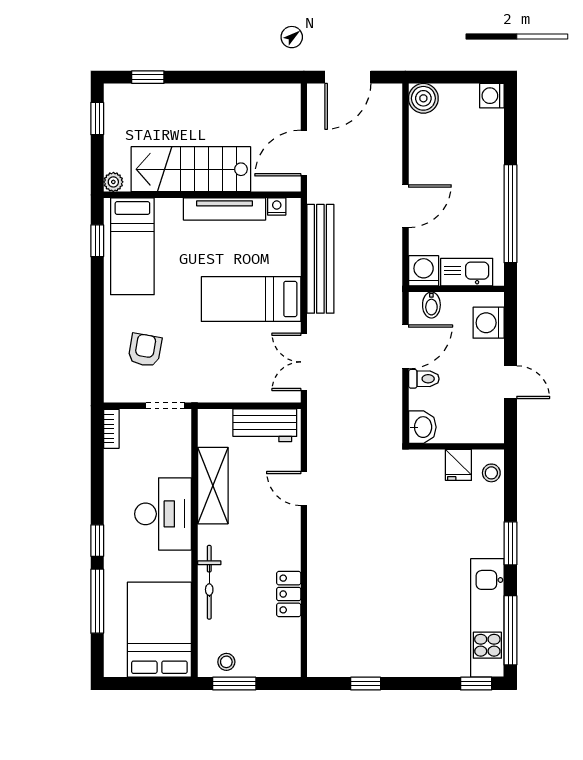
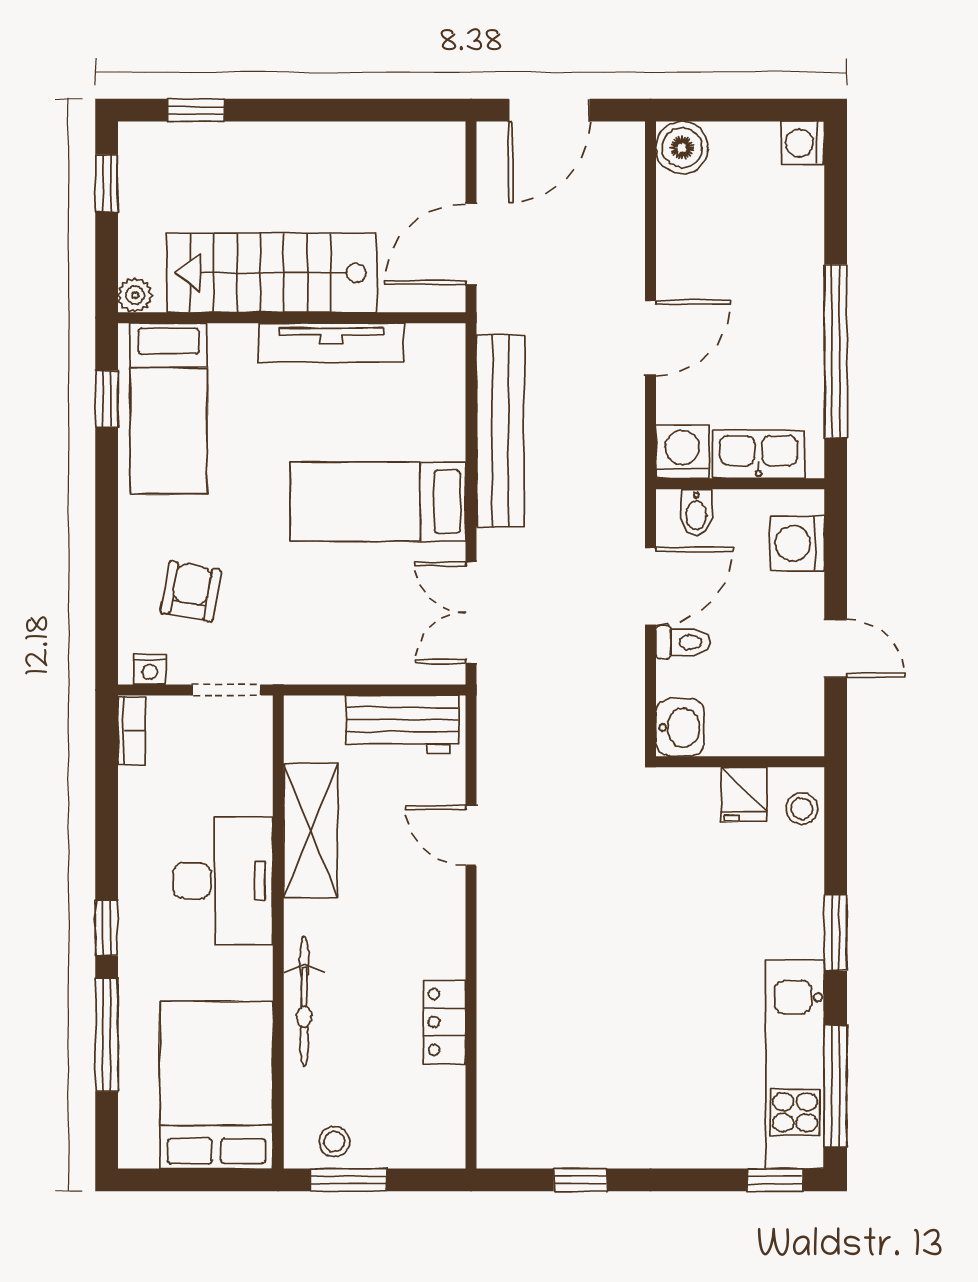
nightstand: (277, 206) -> (150, 669), moved, turned 180

